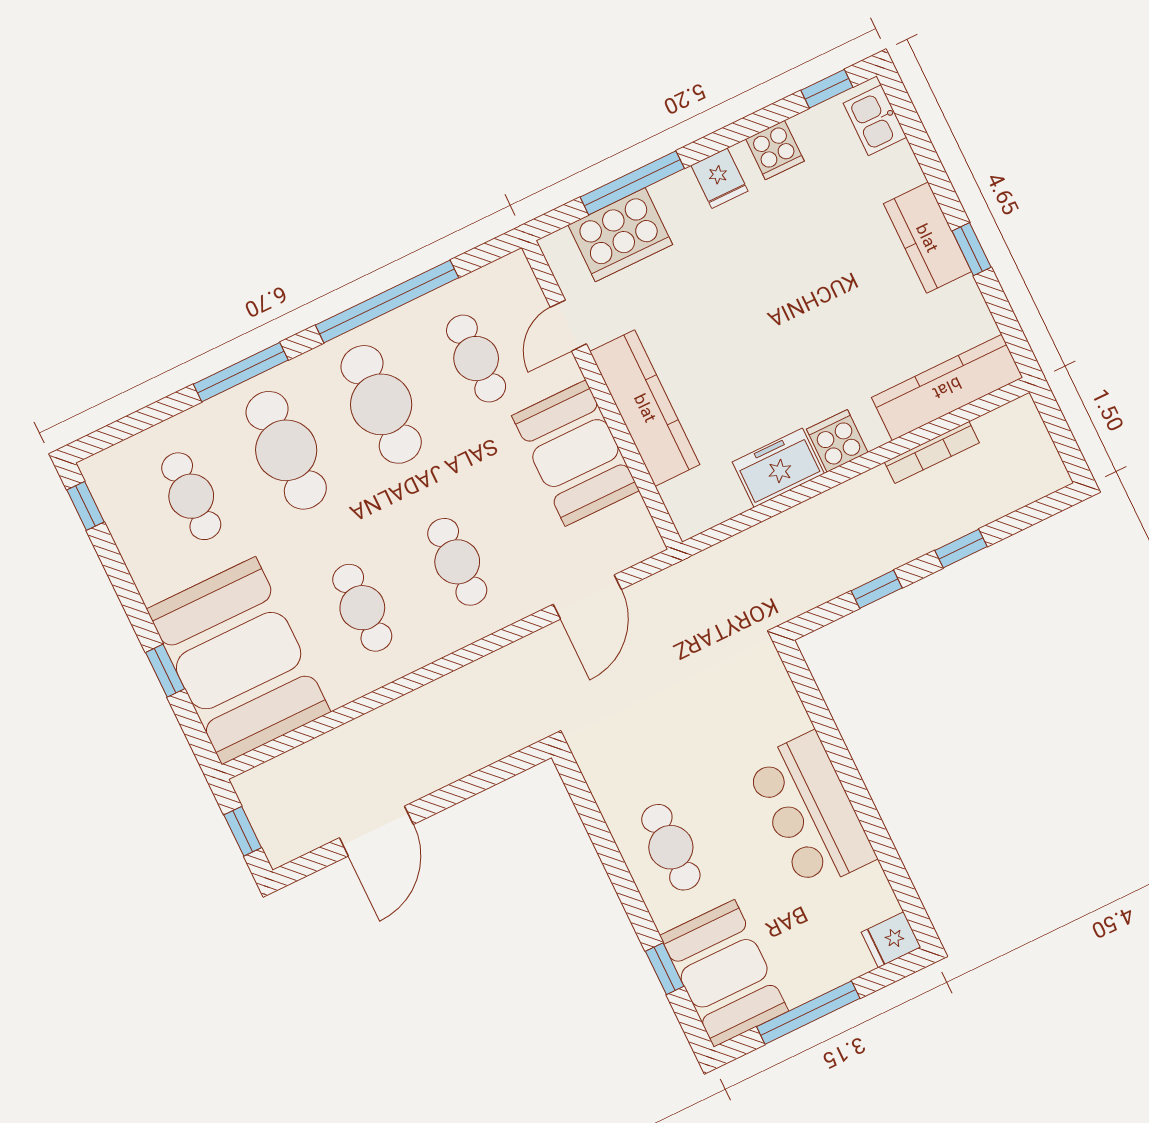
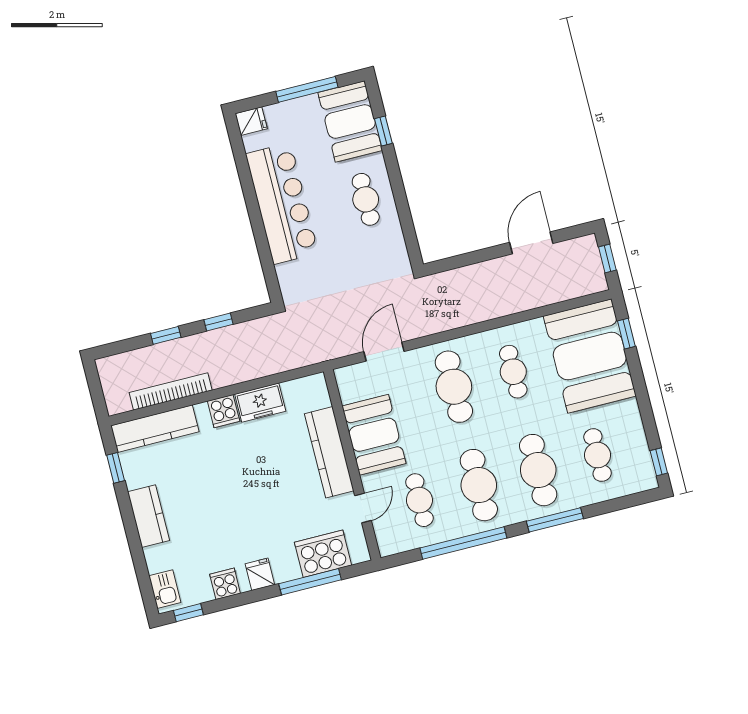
window: (972, 249) -> (116, 468), moved
bookcase: (932, 452) -> (171, 391), width x1.48, depth x1.31
cafe table: (457, 562) -> (454, 387), width x1.37, depth x1.35
window: (165, 671) -> (626, 334), moved
bar counter: (811, 811) -> (282, 204), width x1.36

